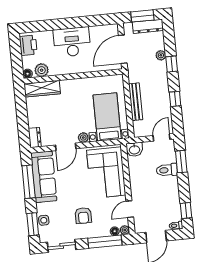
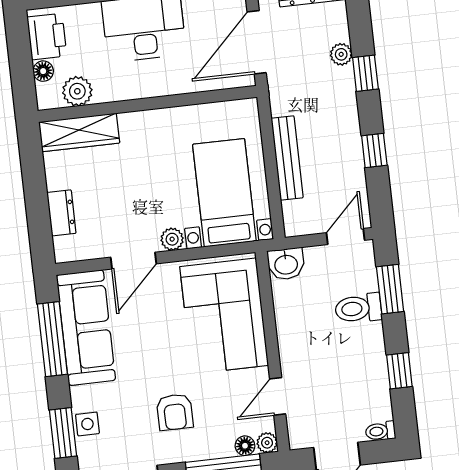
floor lamp: (28, 74) -> (43, 71), moved
dresser: (35, 138) -> (61, 213), moved
window: (186, 210) -> (399, 371), moved

